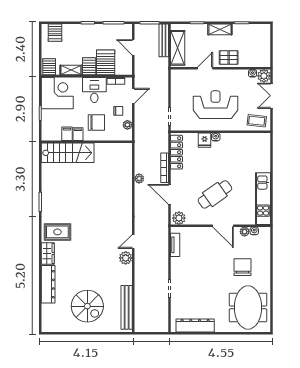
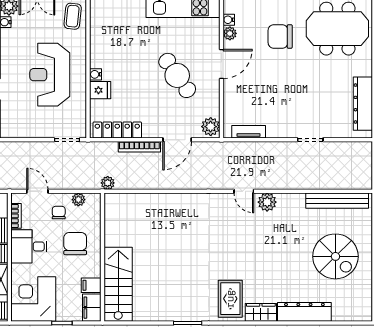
filing cabinet: (78, 134) -> (92, 308), moved, width x2.00
plant: (139, 178) -> (108, 183), moved
spiral stairs: (87, 306) -> (335, 256), turned 90

